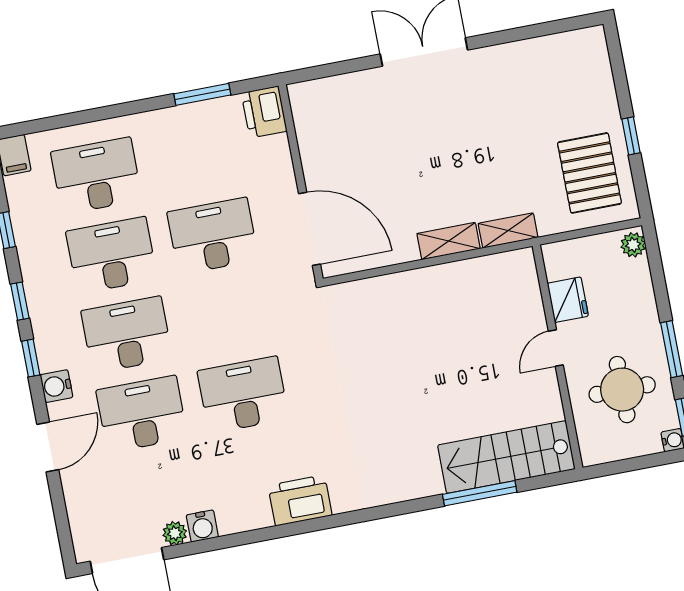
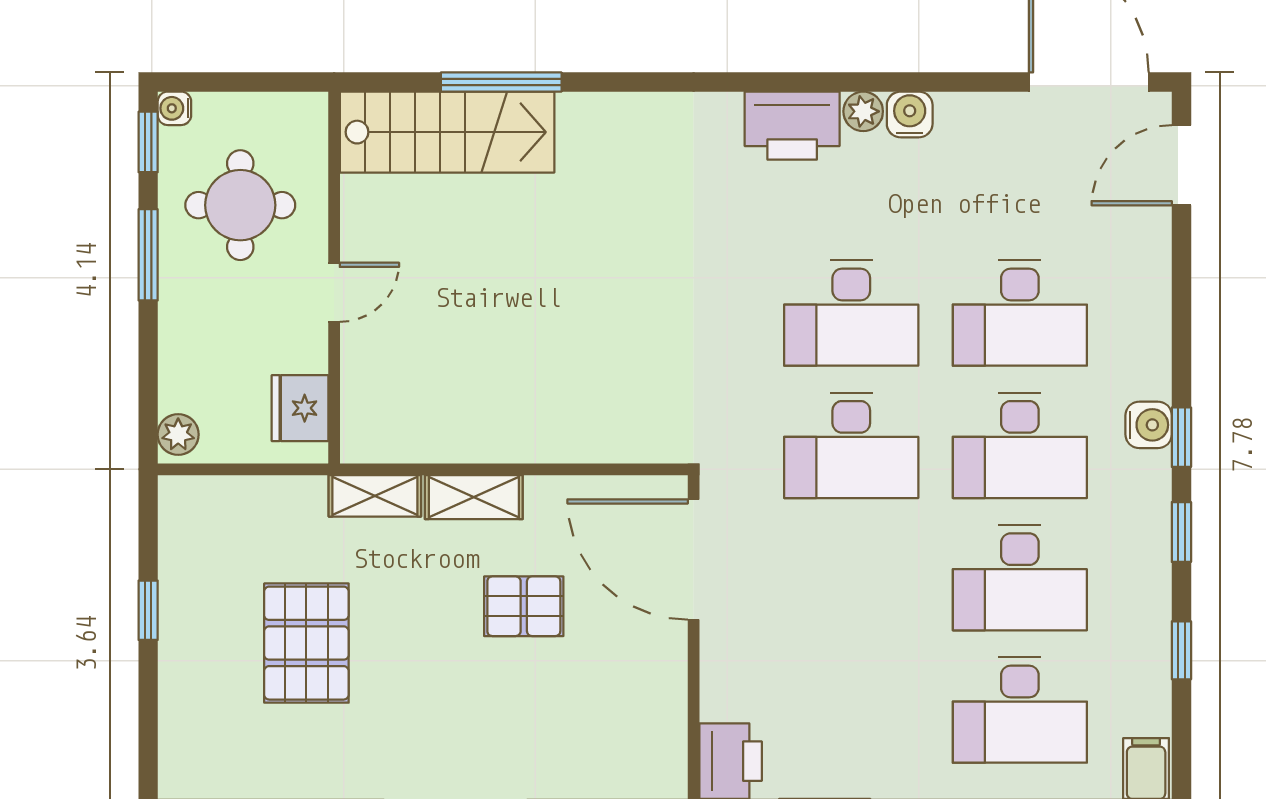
pallet: (589, 173) -> (306, 643), moved
pallet: (406, 181) -> (524, 606), added
desk: (213, 236) -> (851, 445), moved
fridge: (568, 300) -> (300, 408), moved
water cooler: (56, 386) -> (1149, 425), moved
door: (48, 447) -> (1181, 165), moved
water cooler: (202, 526) -> (910, 114), moved
plant: (175, 533) -> (863, 111), moved

